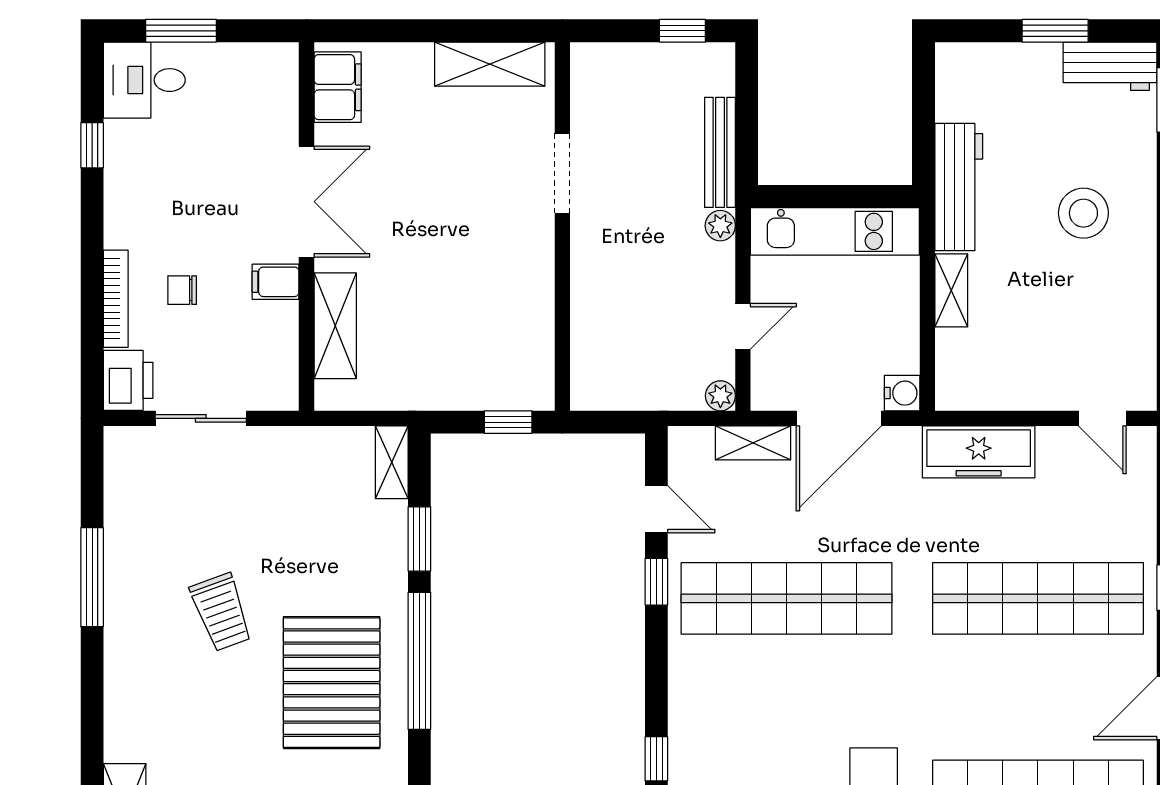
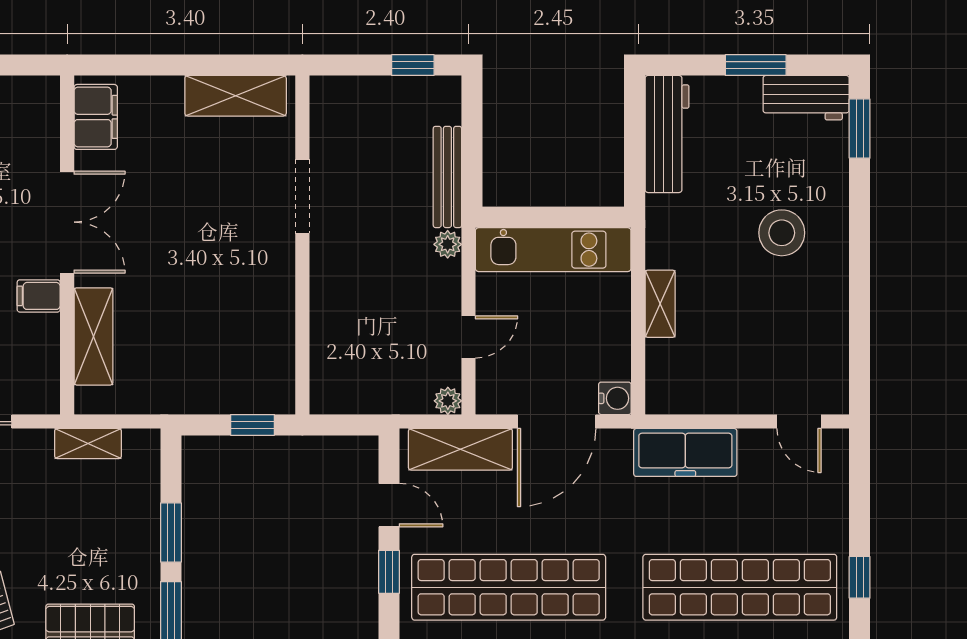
workbench: (959, 187) -> (667, 134), moved
shelving: (753, 443) -> (460, 449), width x1.50, depth x1.33
shelving: (392, 462) -> (88, 443), moved, turned 90

